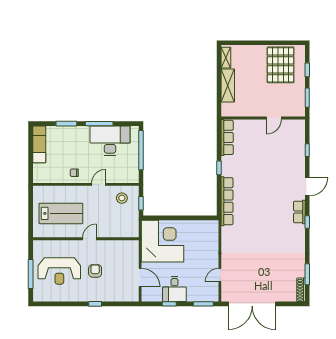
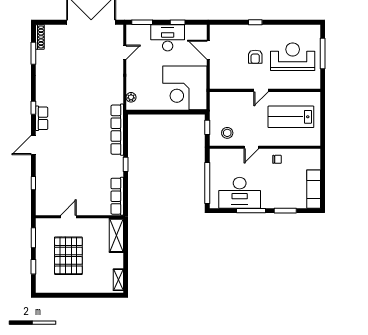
pallet: (281, 65) -> (68, 256), moved
shelving: (228, 86) -> (116, 235), moved
plant: (214, 232) -> (131, 97), added
desk: (174, 289) -> (168, 38), width x1.37

